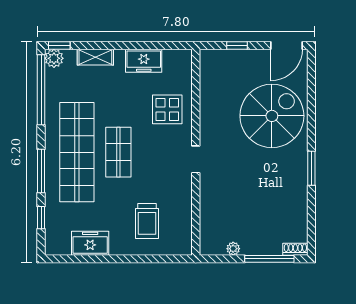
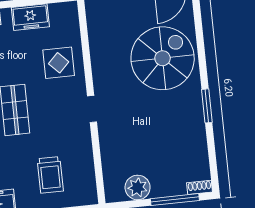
plant: (233, 249) -> (138, 187), width x1.87, depth x1.87

